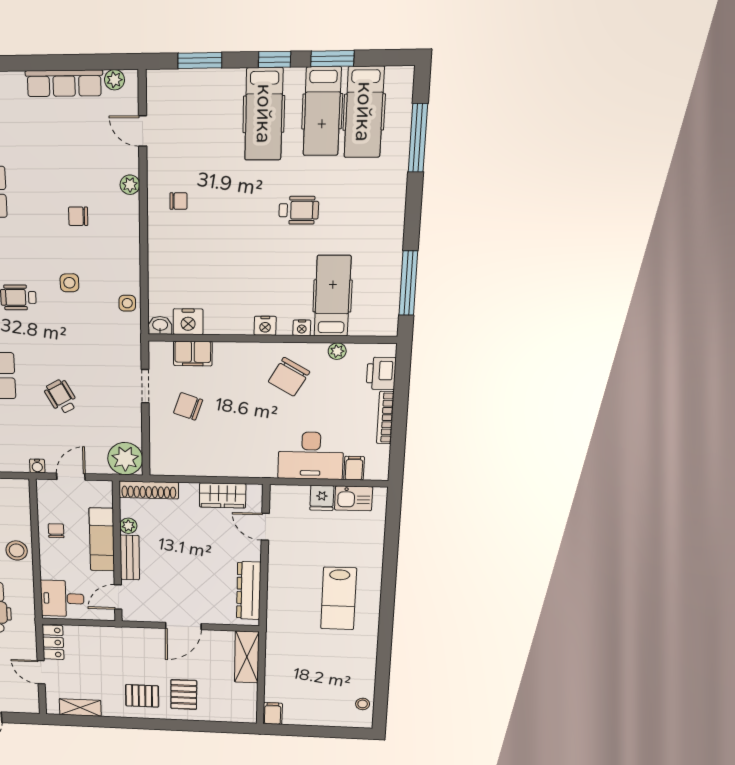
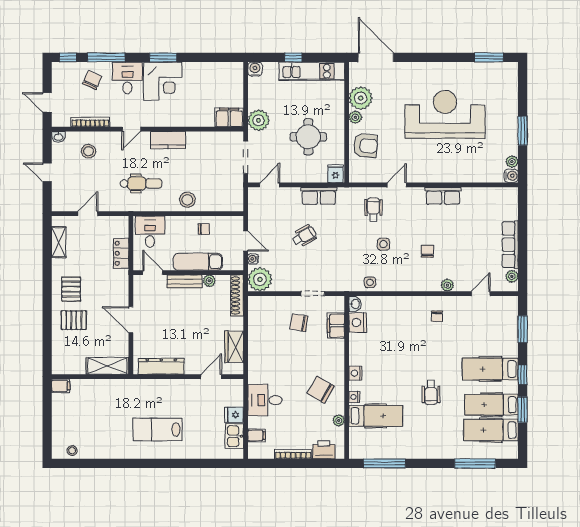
chair: (188, 406) -> (299, 323), turned -100
desk: (311, 456) -> (265, 400), width x0.73
water cooler: (37, 466) -> (253, 259), moved
locker: (53, 642) -> (121, 253), moved, turned 90

